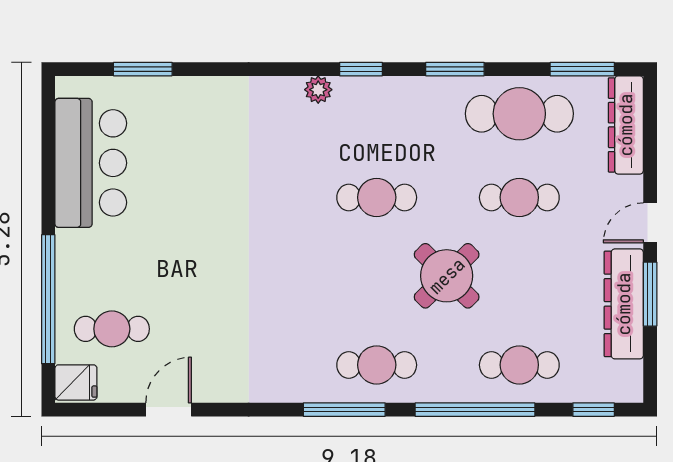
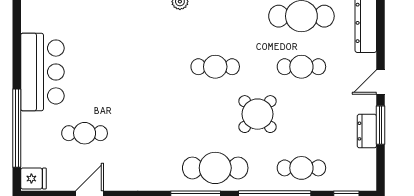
bar counter: (91, 163) -> (42, 72), moved
dresser: (624, 304) -> (367, 131), width x0.51, depth x0.80
cafe table: (112, 329) -> (85, 133), moved
cafe table: (377, 365) -> (215, 168), width x1.37, depth x1.35

